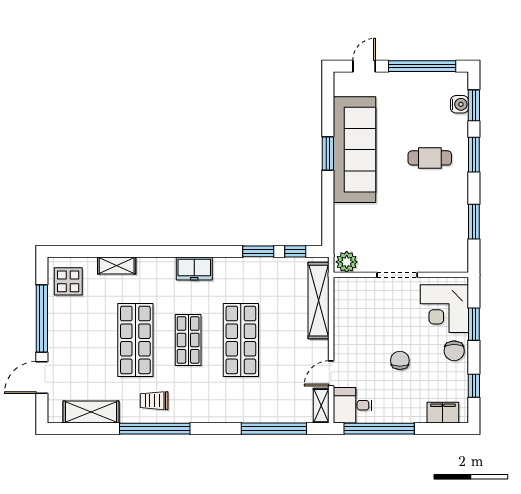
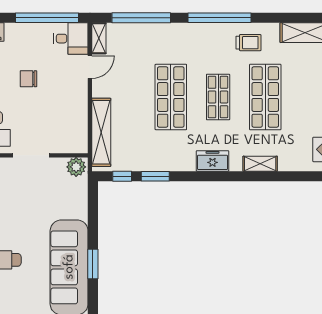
shelving: (117, 265) -> (260, 164), moved
chair: (400, 360) -> (28, 79), turned 90
window: (155, 429) -> (220, 18), moved

